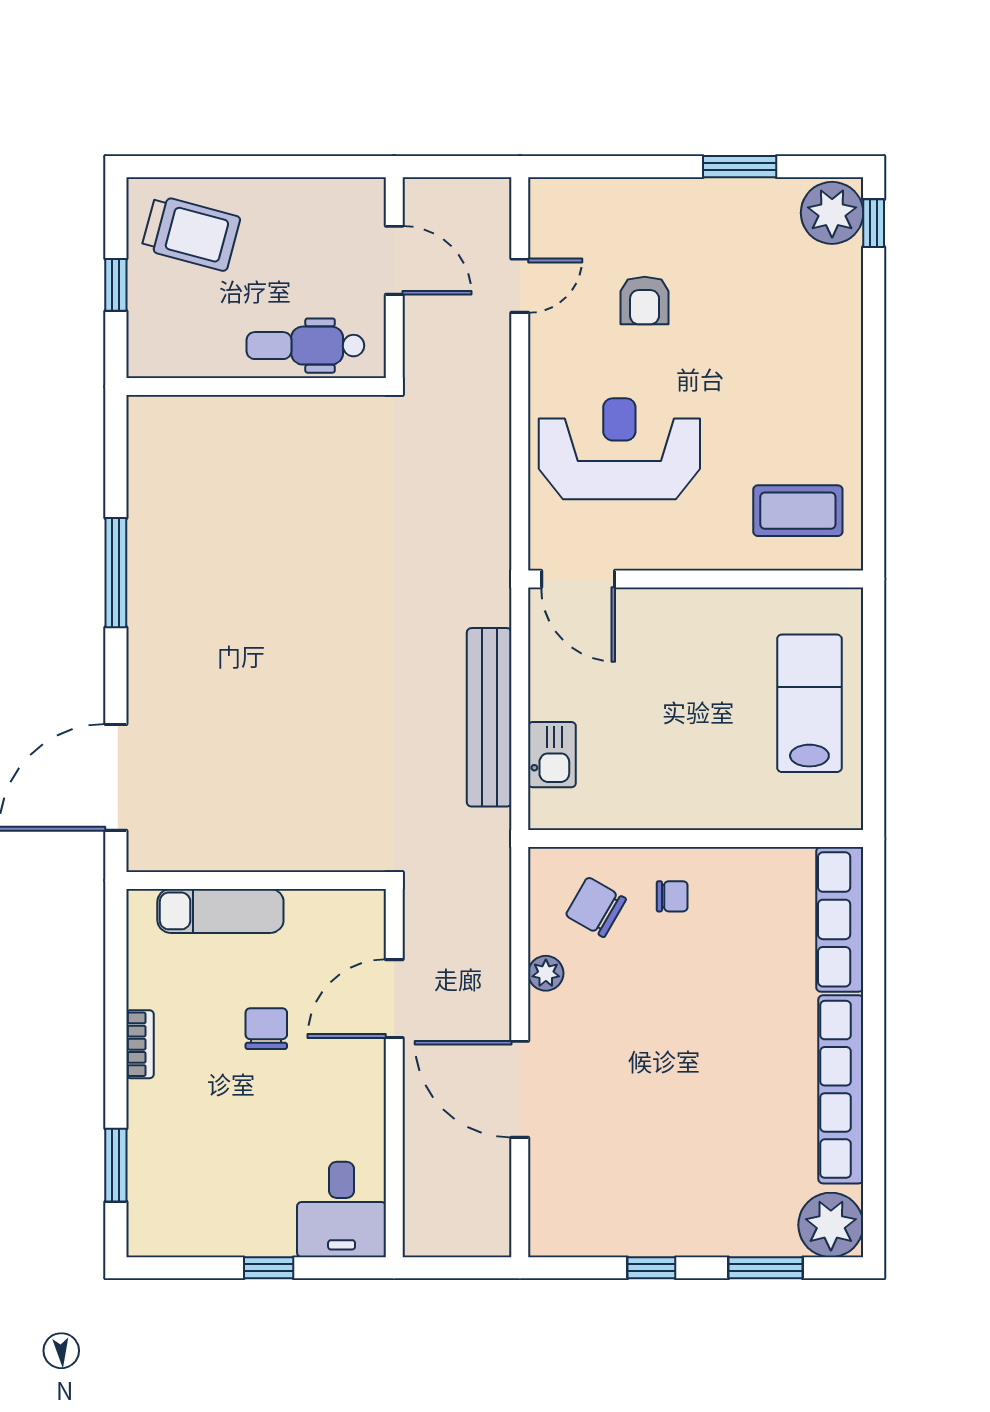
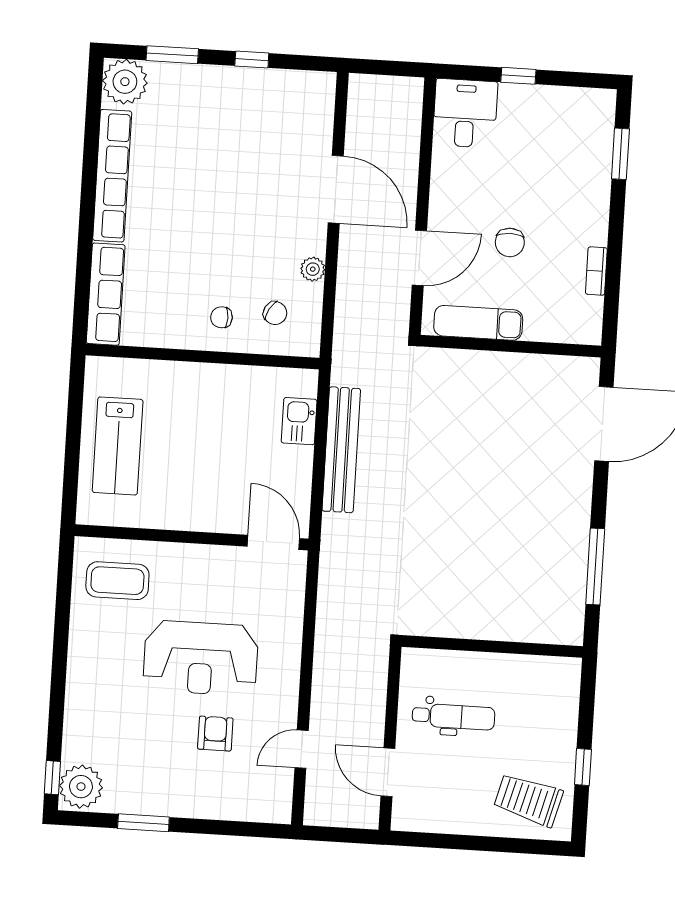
wall: (256, 386) -> (492, 646), moved
reception desk: (619, 449) -> (201, 658), moved
chair: (596, 907) -> (275, 313), width x0.73, depth x0.73
exam couch: (220, 911) -> (478, 323), moved
bookcase: (140, 1044) -> (596, 271), moved

